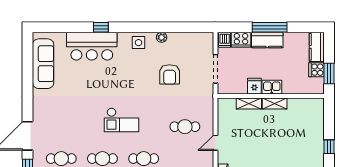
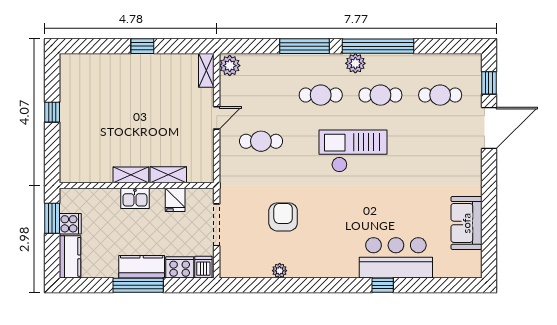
plant: (162, 37) -> (280, 271), moved
side table: (139, 43) -> (328, 263), removed
sofa: (43, 64) -> (466, 223), width x0.73
fridge: (254, 86) -> (175, 200), moved
checkout: (121, 120) -> (353, 151), width x1.36, depth x1.21

